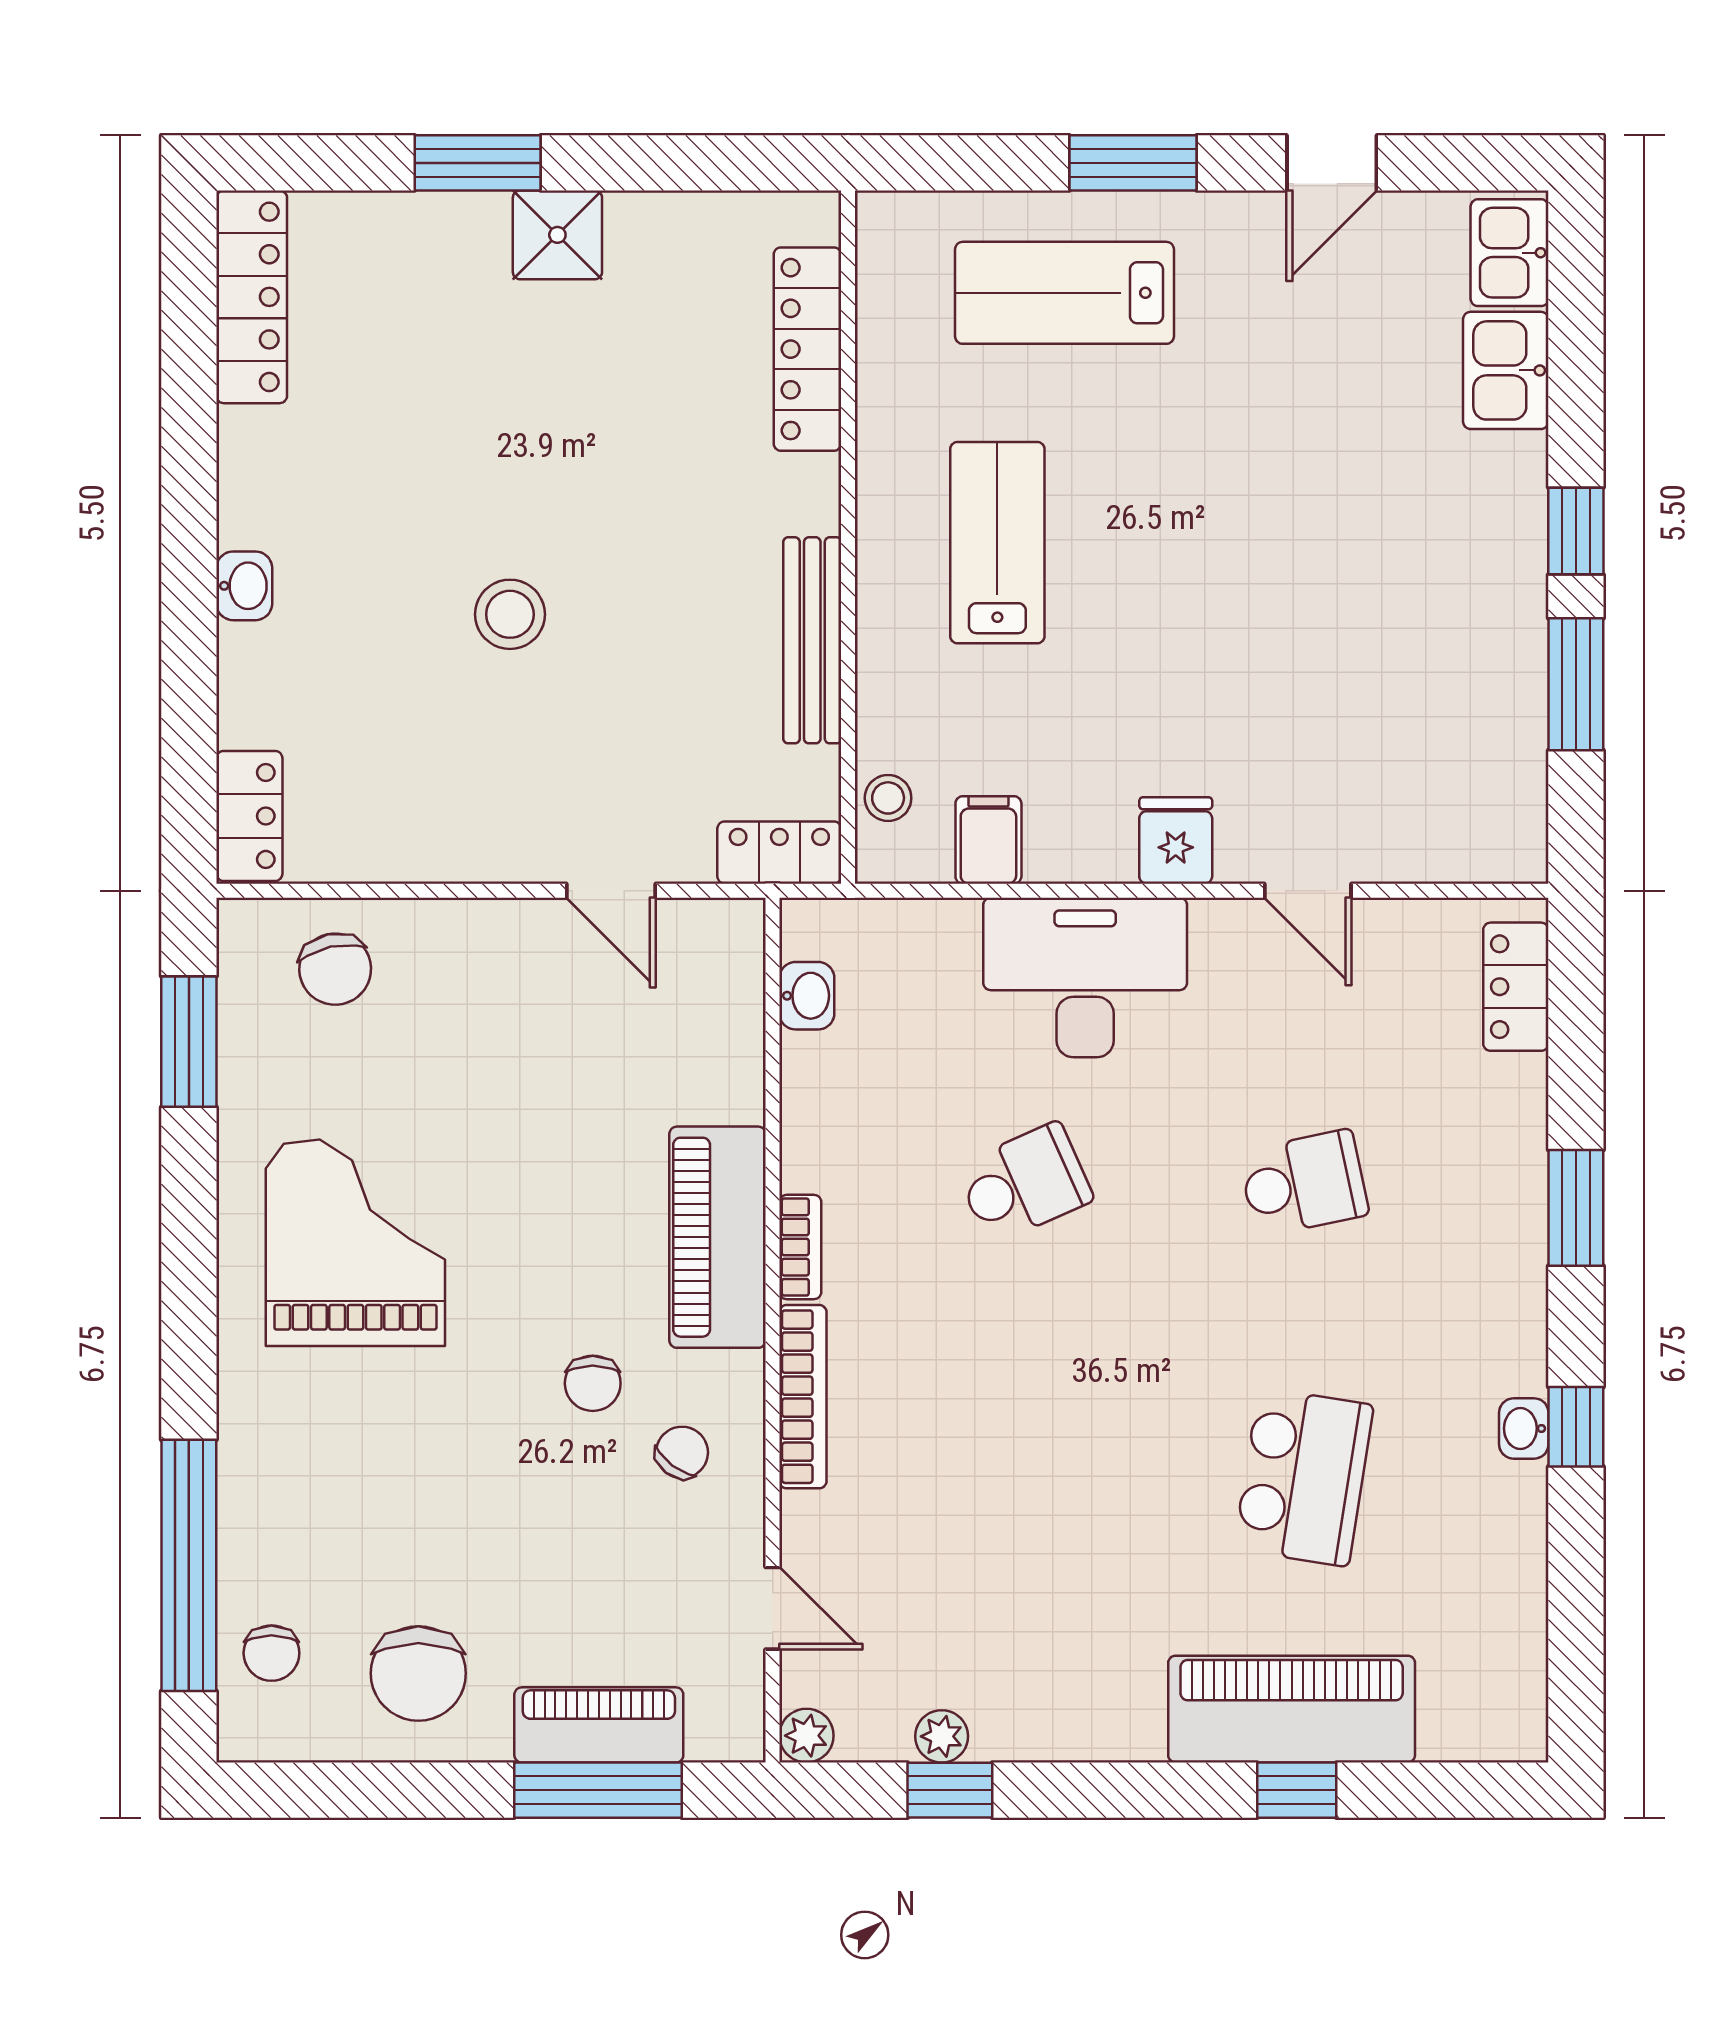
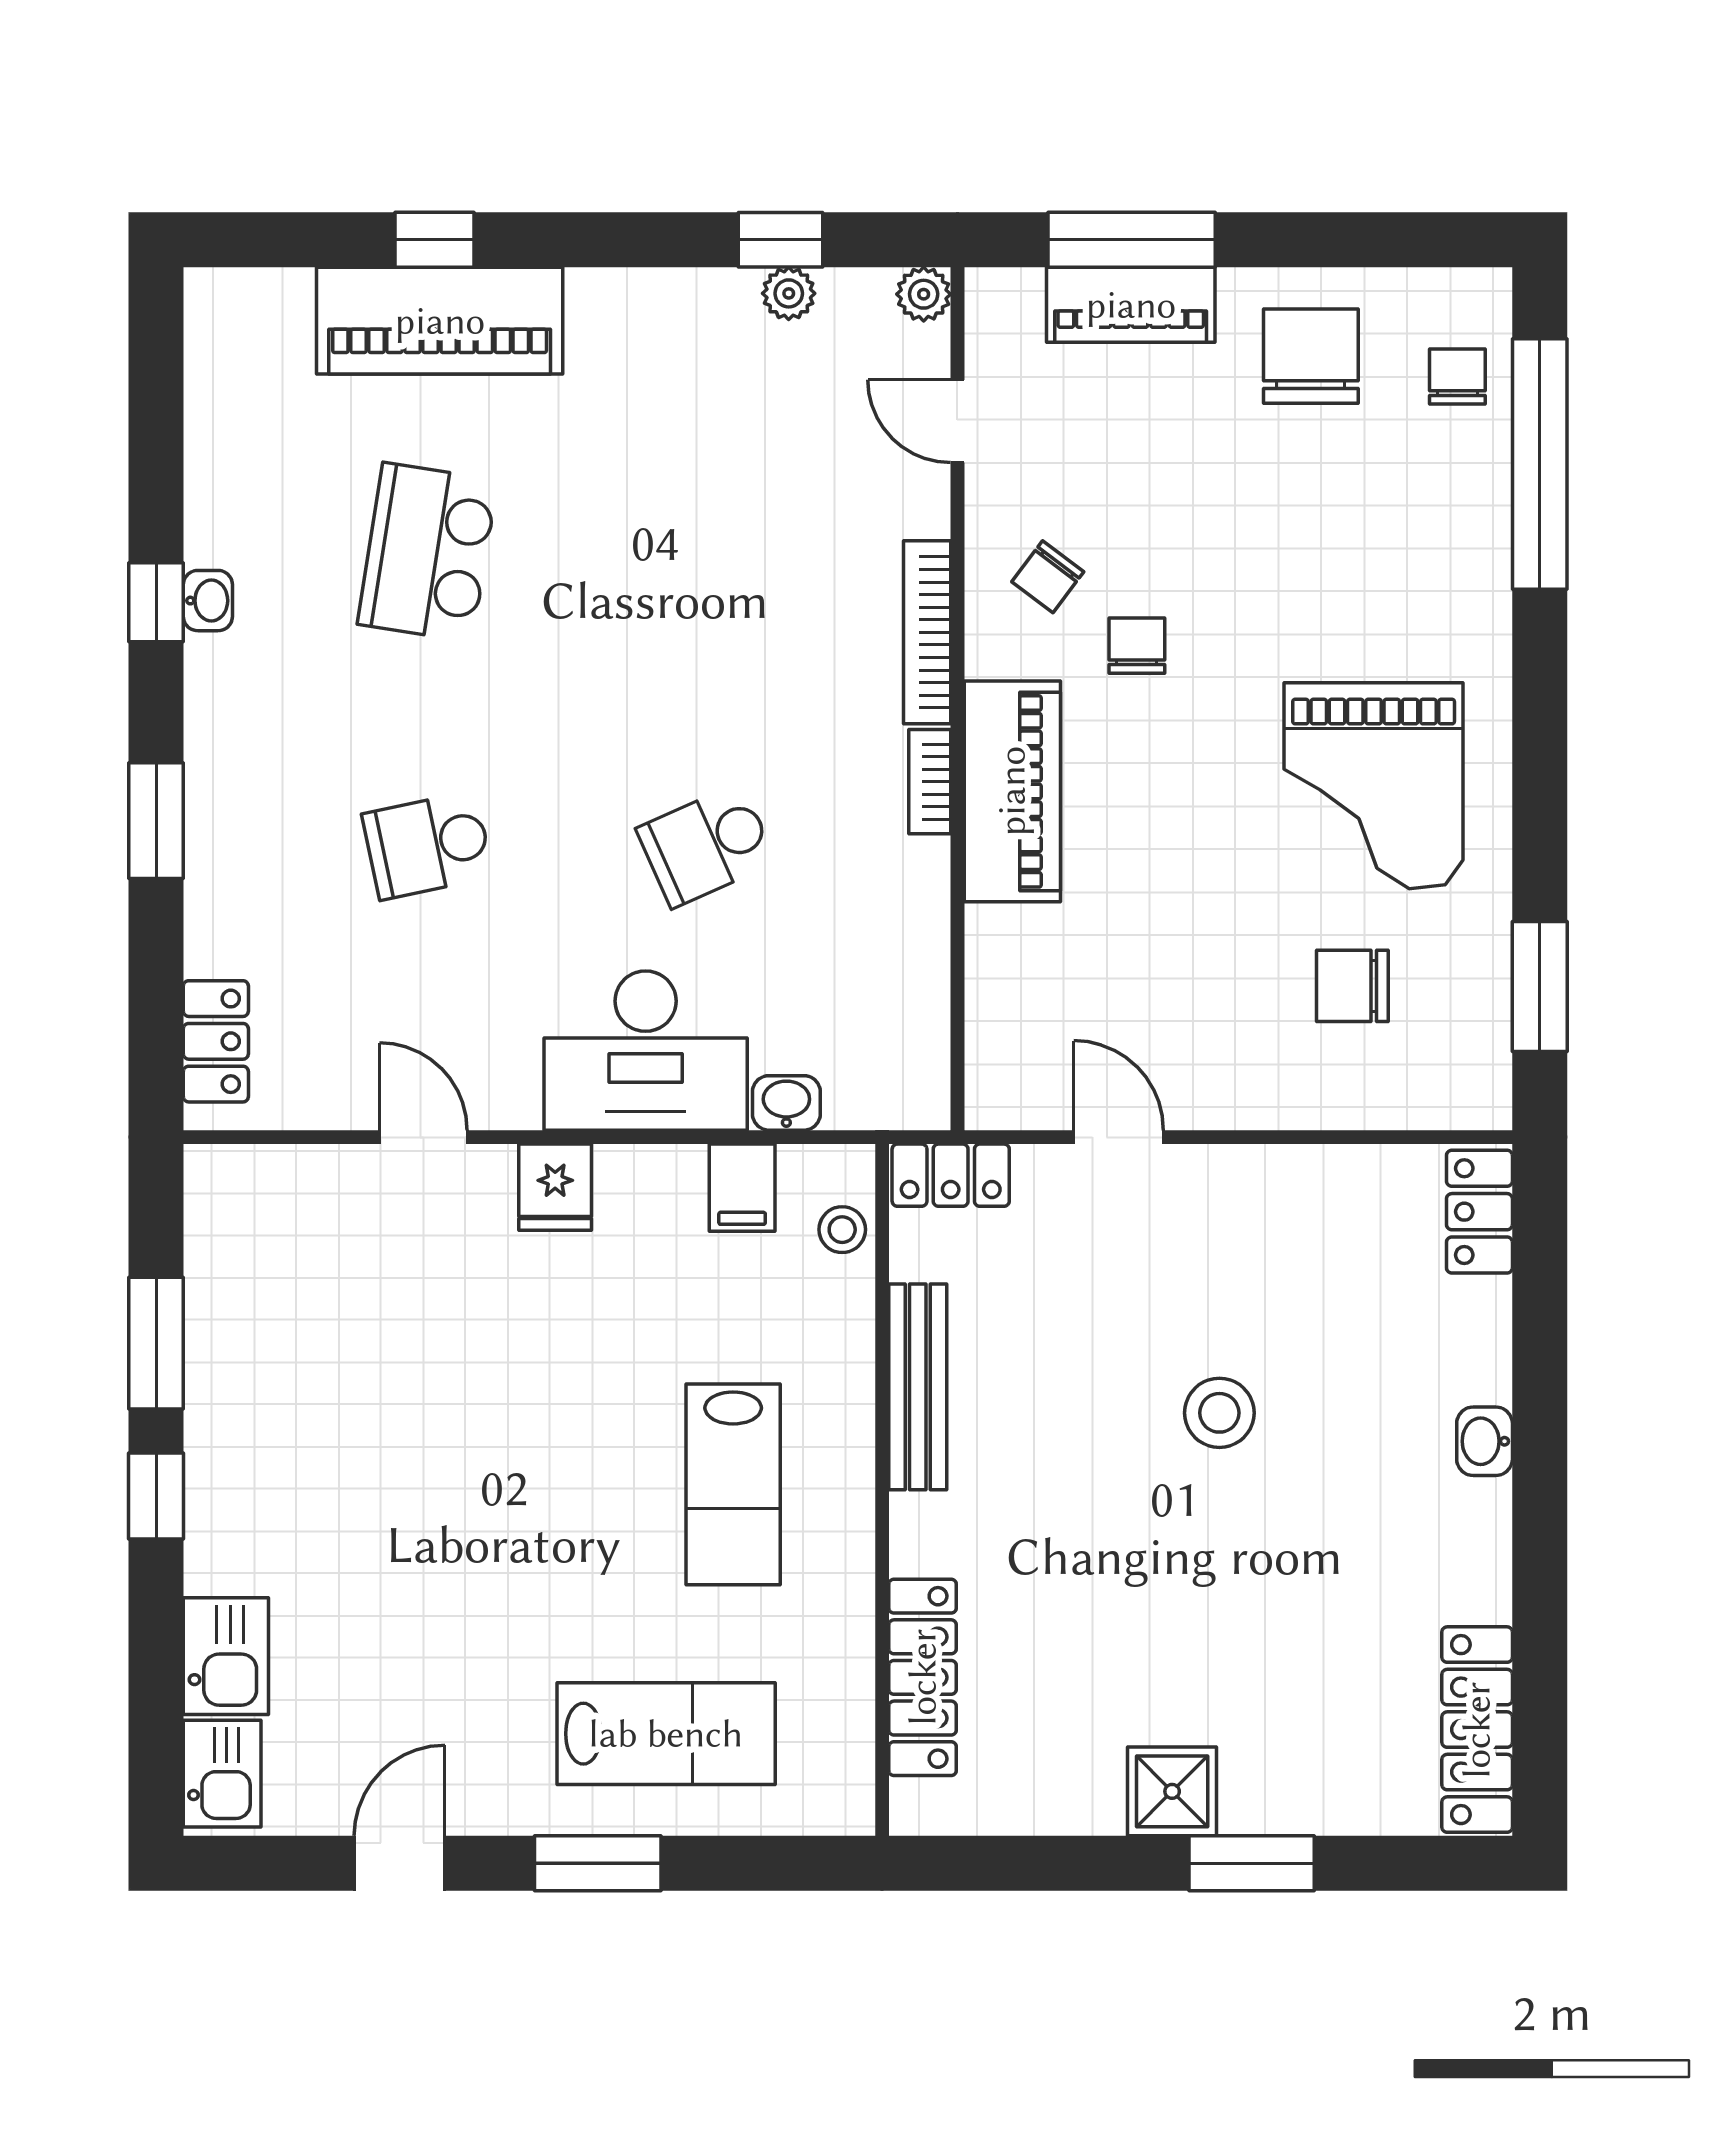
chair: (335, 969) -> (1352, 986), moved, turned -78
washbasin: (807, 996) -> (786, 1103), moved, turned 90

